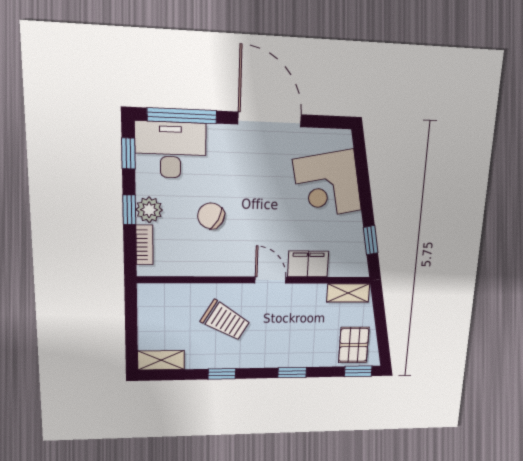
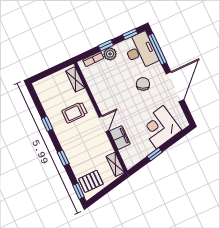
chair: (211, 216) -> (143, 84), moved
window: (371, 240) -> (155, 154), moved
trolley: (225, 321) -> (75, 112), turned 59
shelving: (161, 360) -> (75, 79), moved

